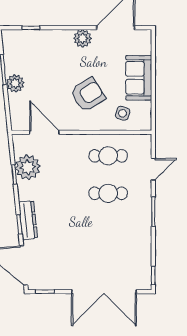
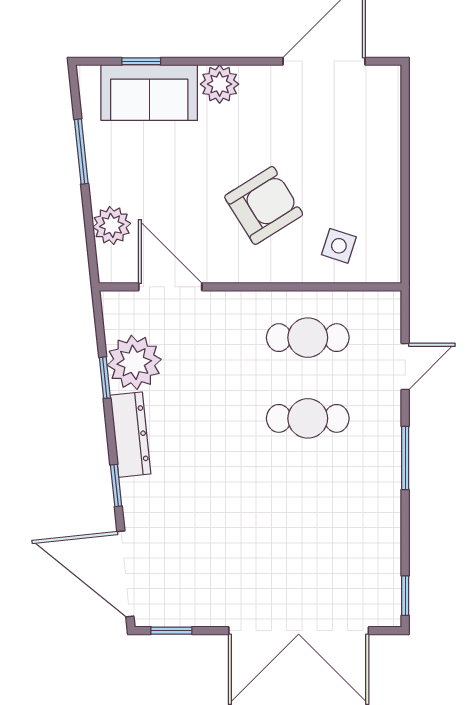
plant: (83, 38) -> (220, 84), moved
sofa: (139, 78) -> (149, 93), moved, turned -90
plant: (15, 83) -> (112, 225), moved
dresser: (28, 220) -> (131, 435), moved

